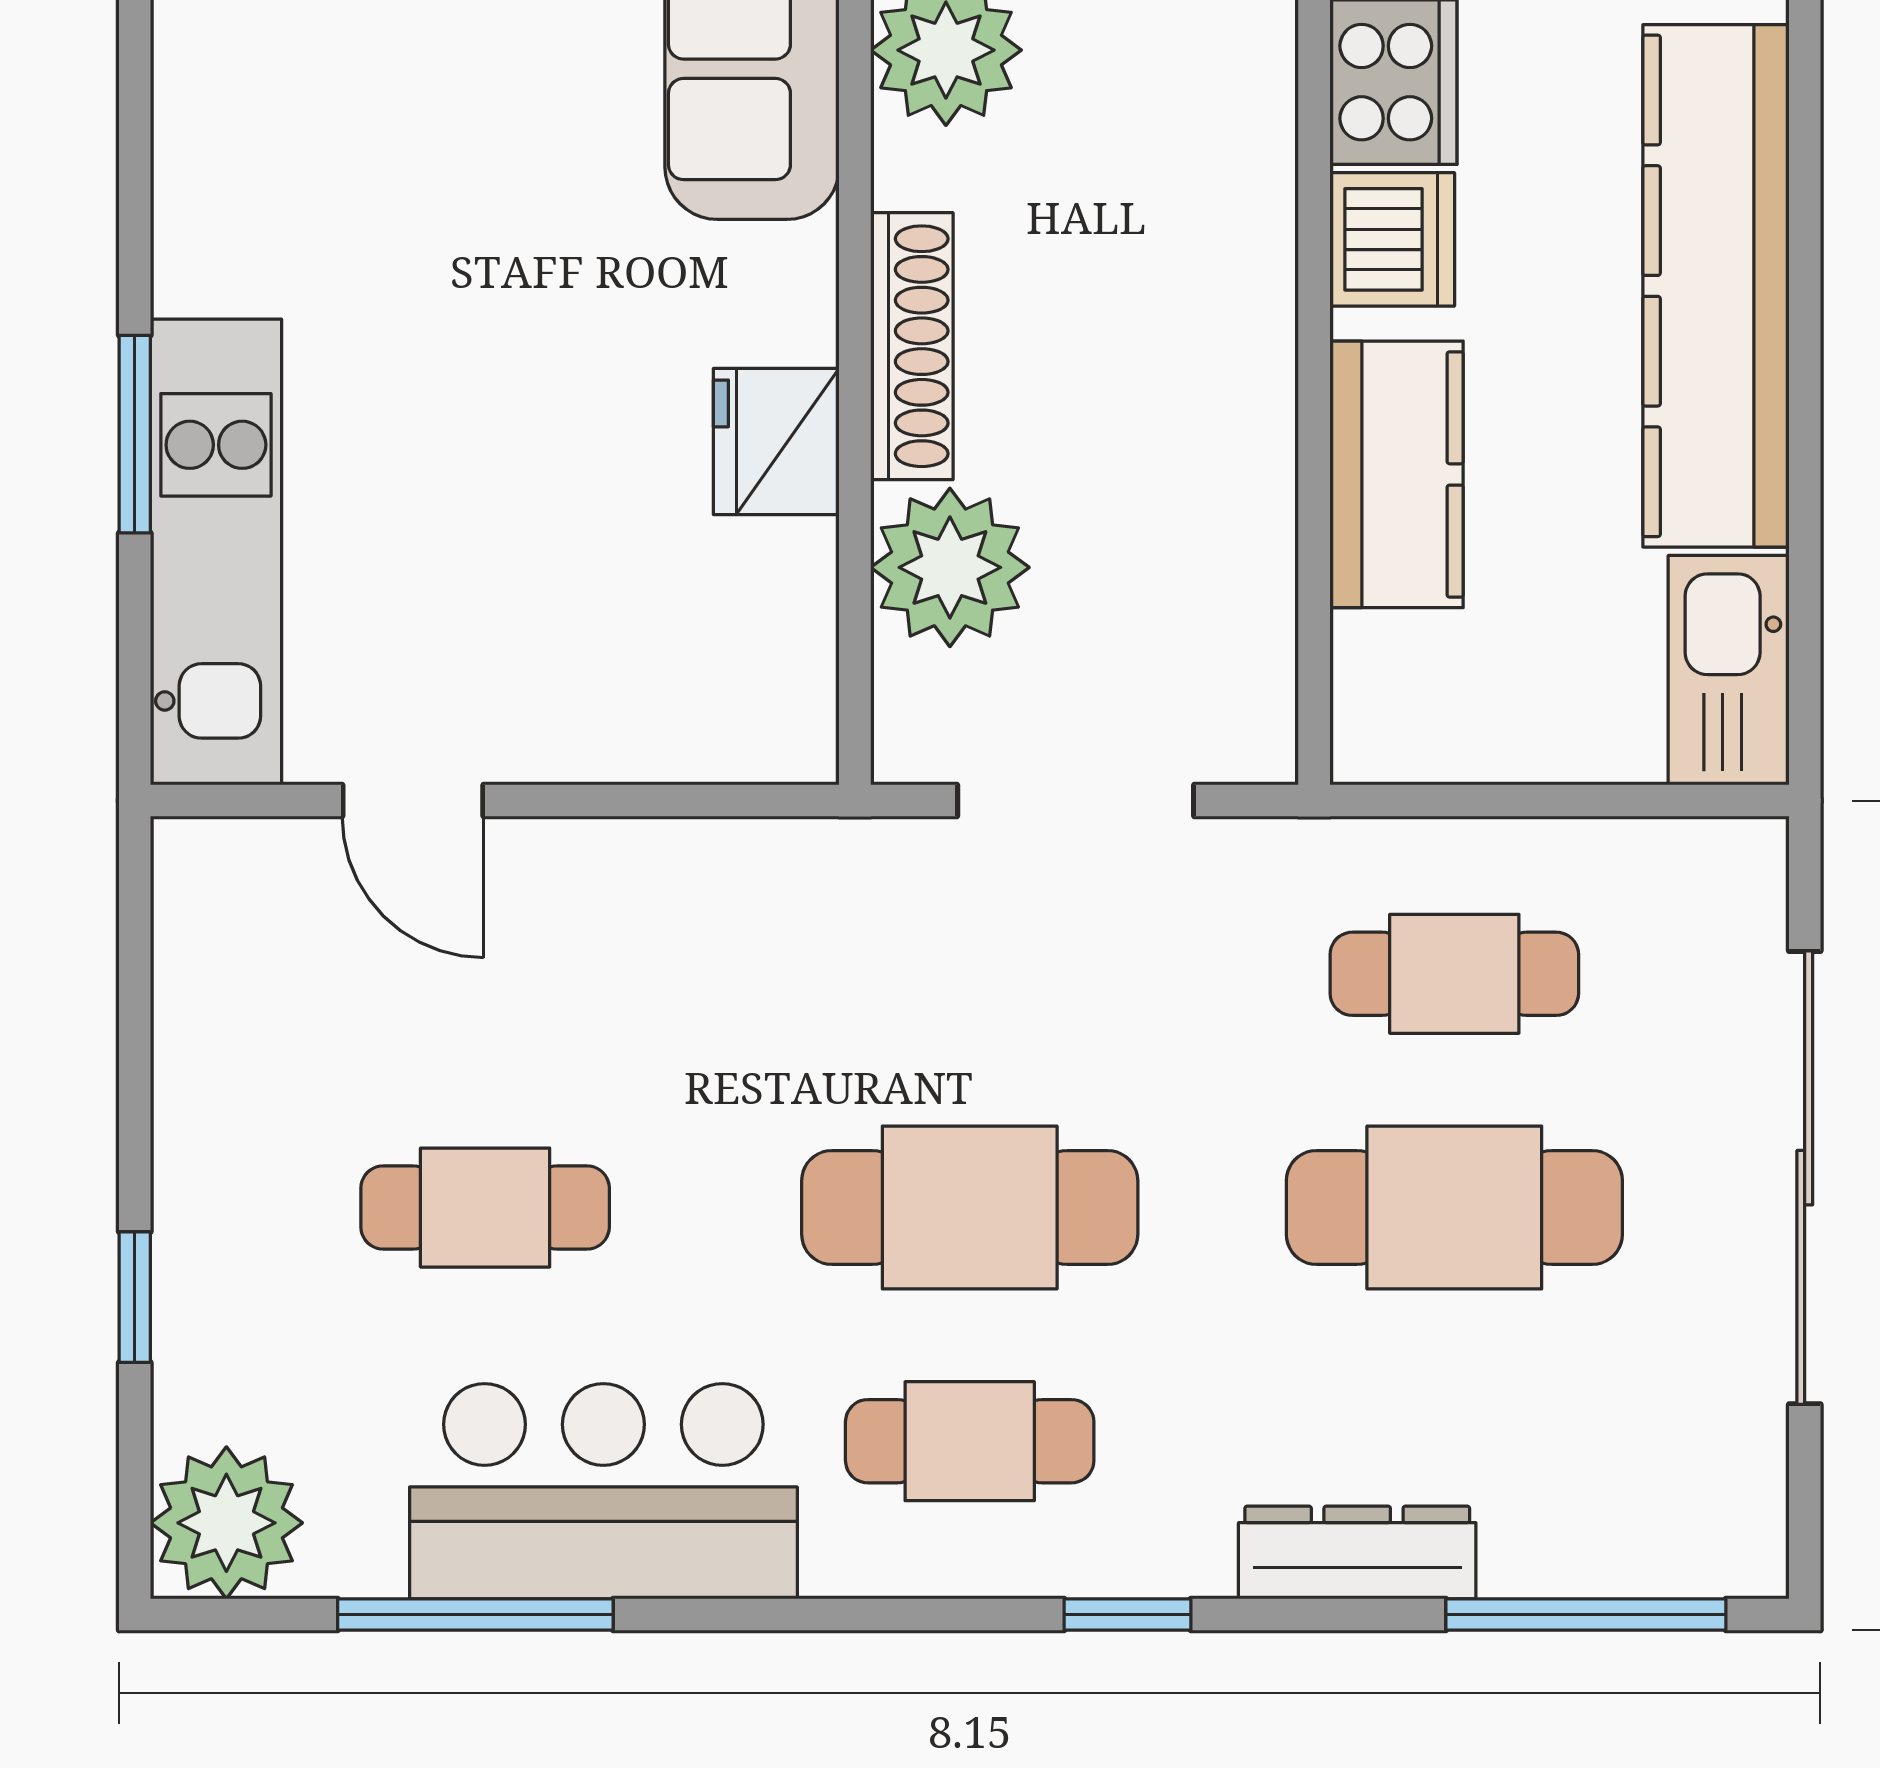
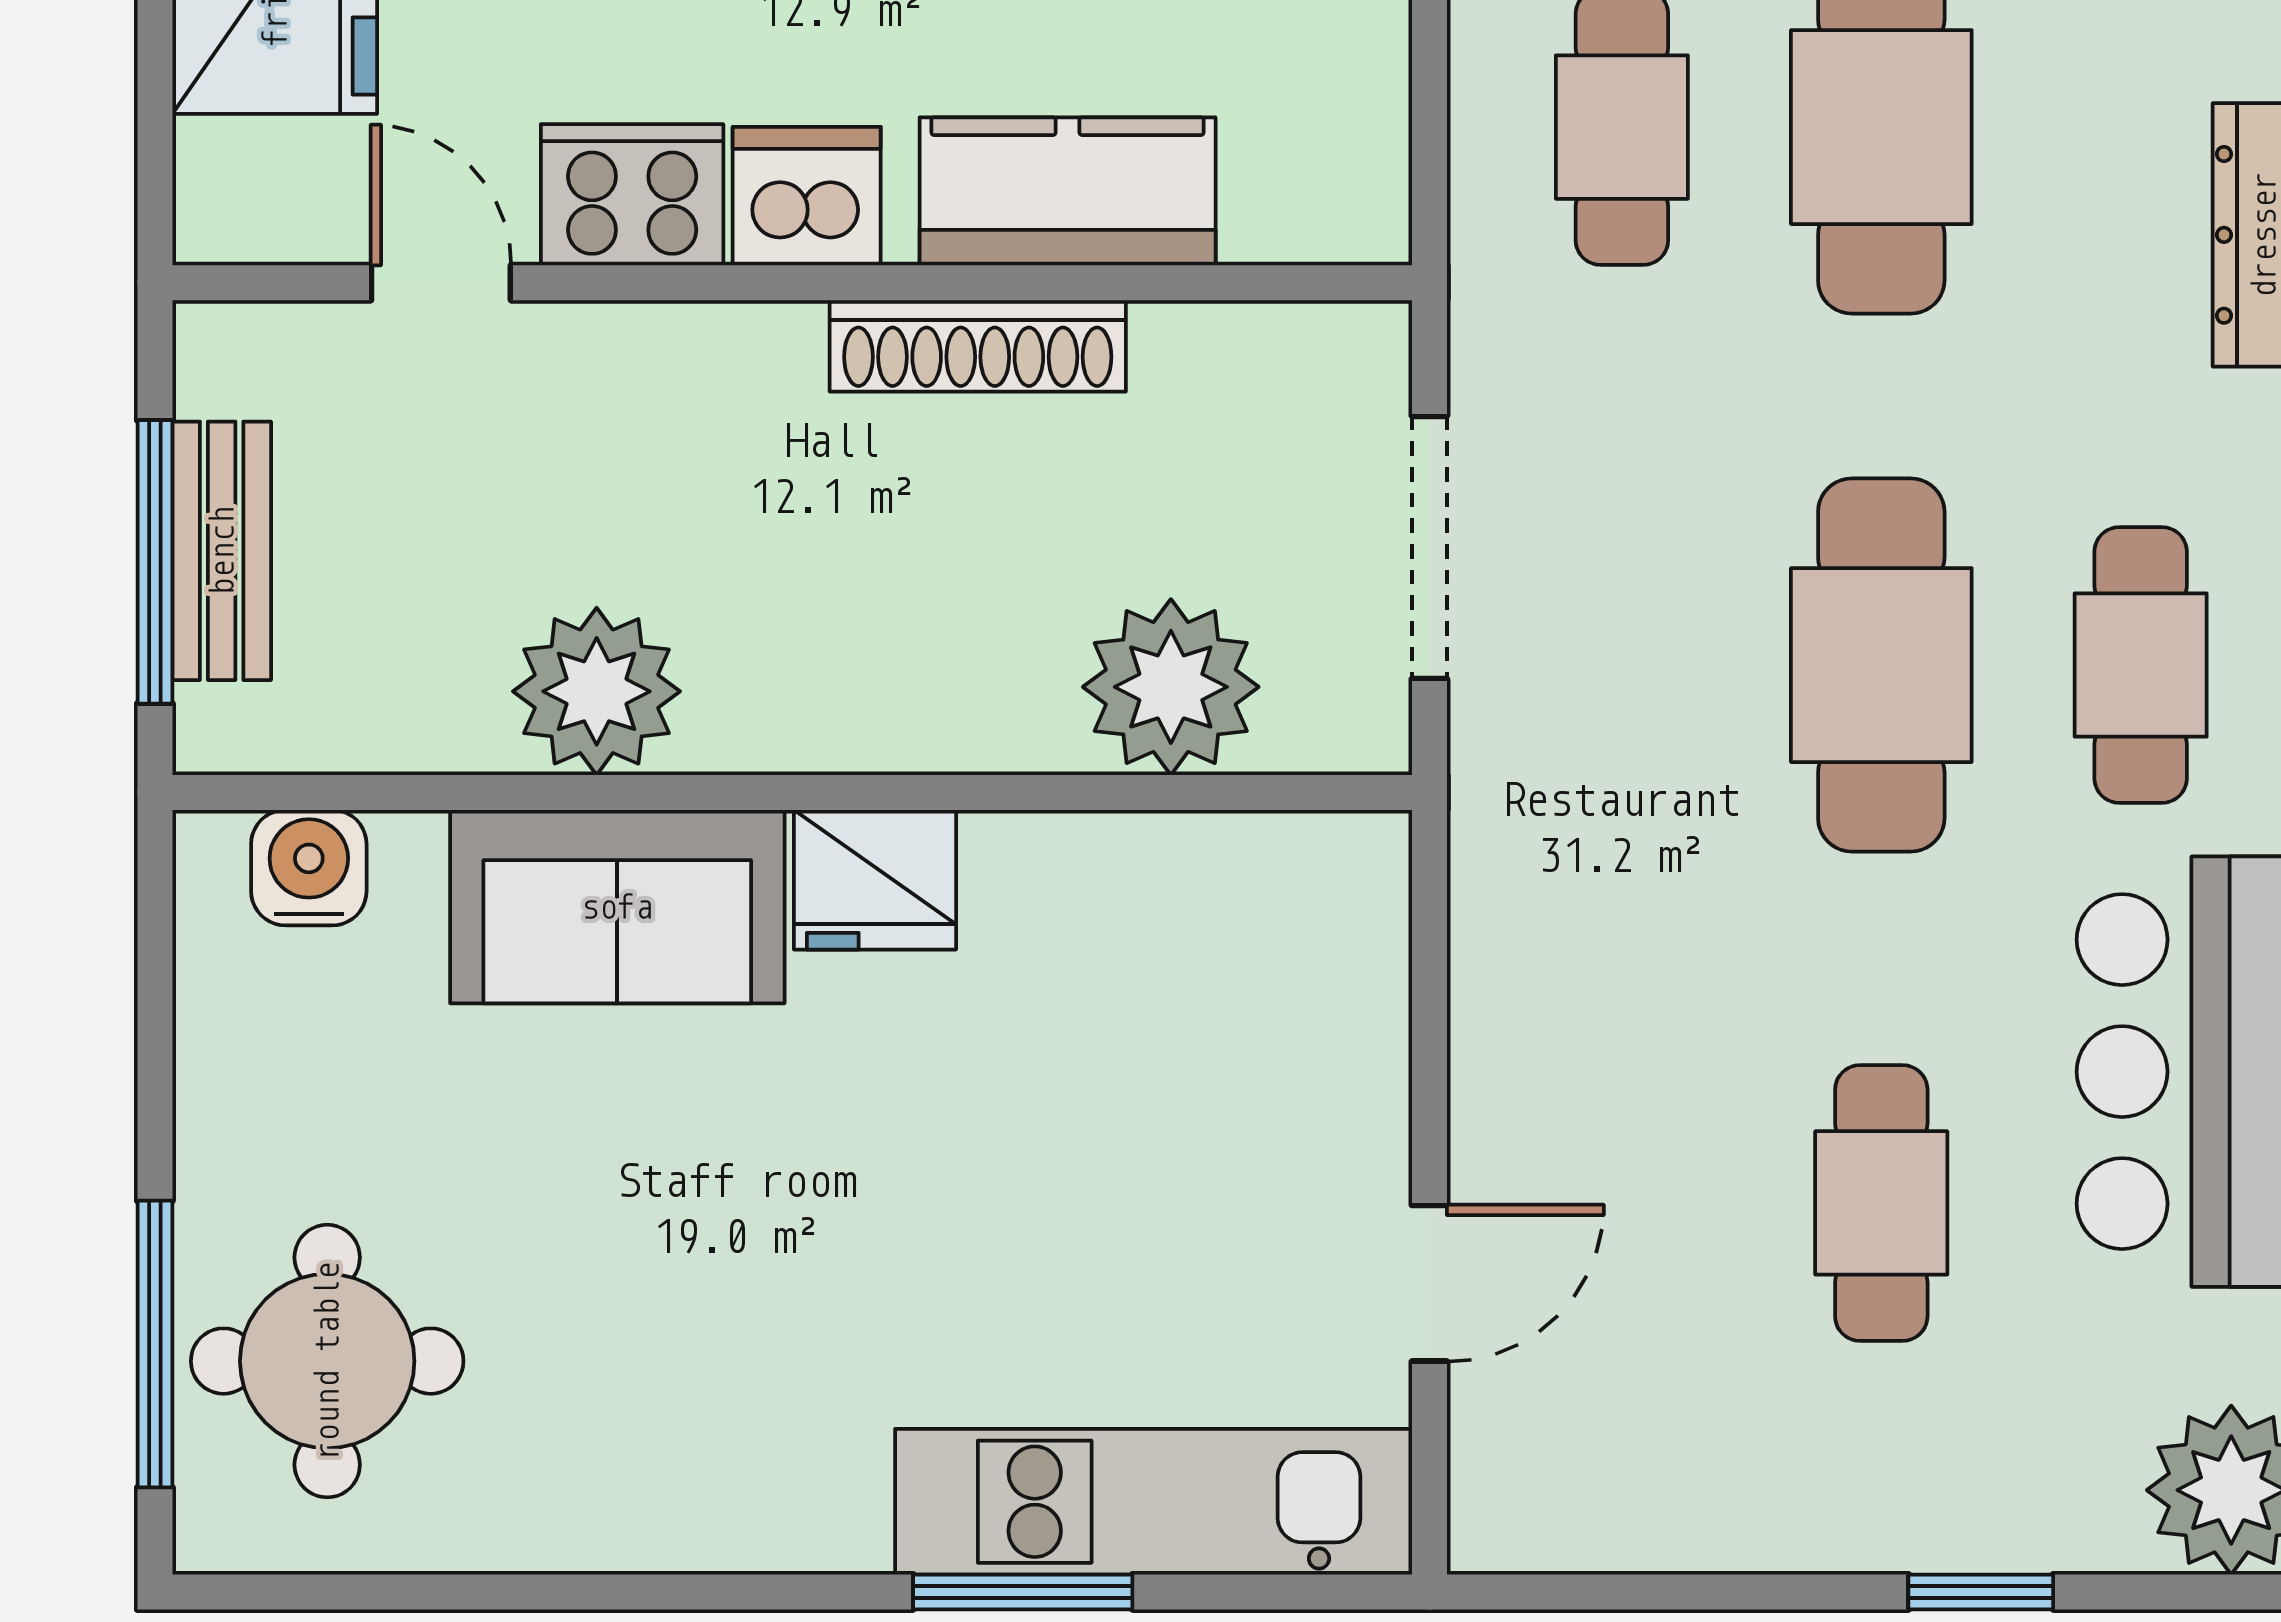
shoe rack: (912, 346) -> (978, 346), moved, turned 180
fridge: (776, 441) -> (875, 880), moved

